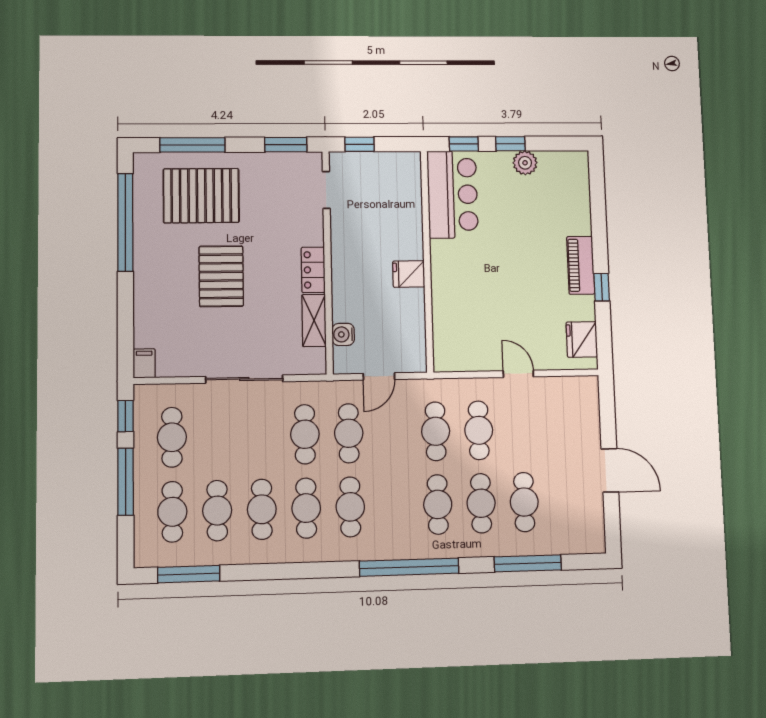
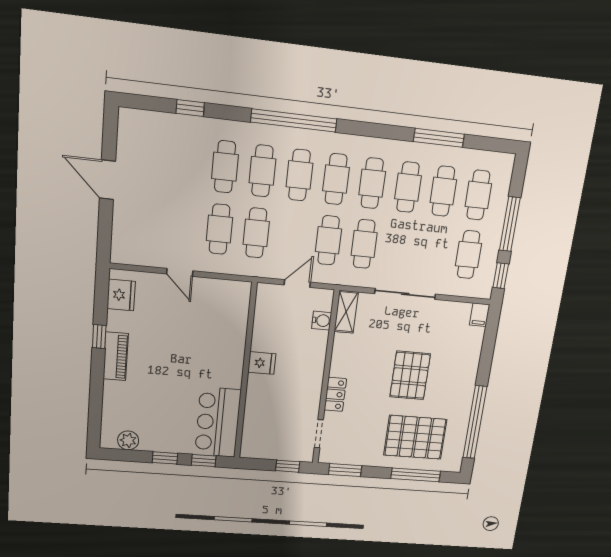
plant: (525, 163) -> (128, 440), moved
locker: (313, 270) -> (335, 394), moved
shelving: (314, 320) -> (346, 312), moved
cafe table: (524, 502) -> (299, 175), moved
window: (528, 563) -> (190, 108), width x0.46
window: (189, 574) -> (439, 138), moved

